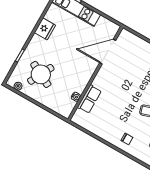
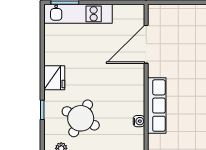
fridge: (45, 29) -> (54, 78), moved
row of seats: (89, 99) -> (157, 106), width x1.48

